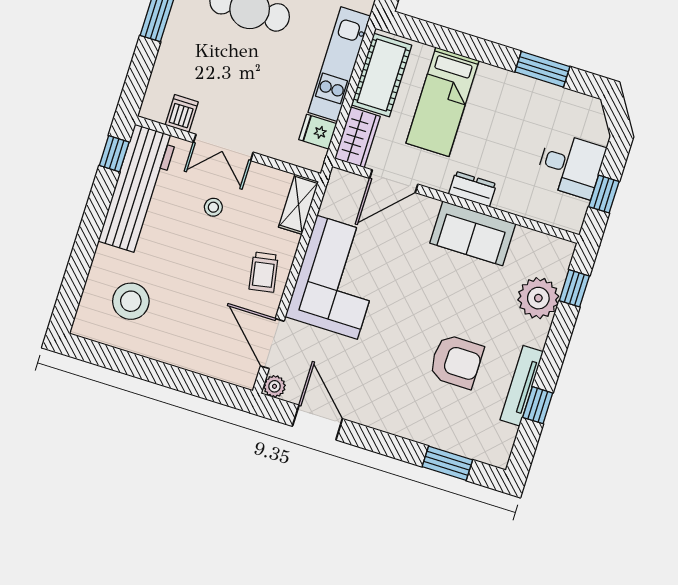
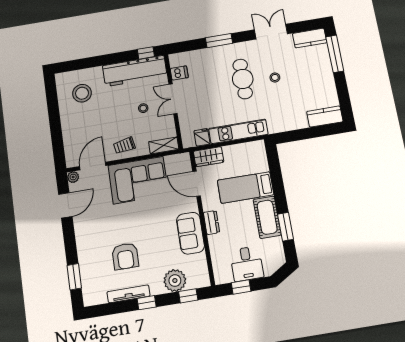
cot: (382, 75) -> (267, 217), moved, turned 90
window: (538, 405) -> (147, 303), moved

